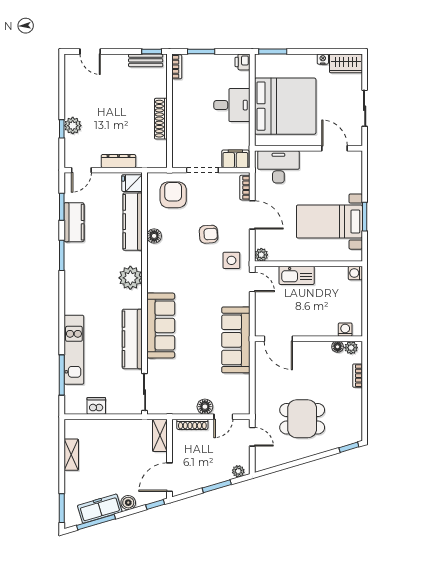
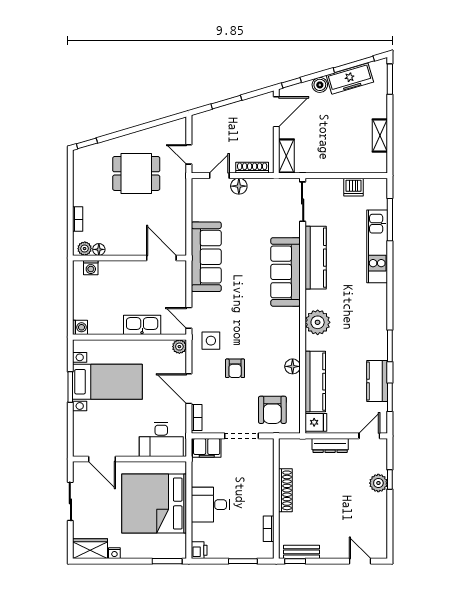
bookcase: (177, 67) -> (269, 529), moved
armchair: (209, 234) -> (235, 368), turned -86
plant: (238, 471) -> (204, 118), removed

